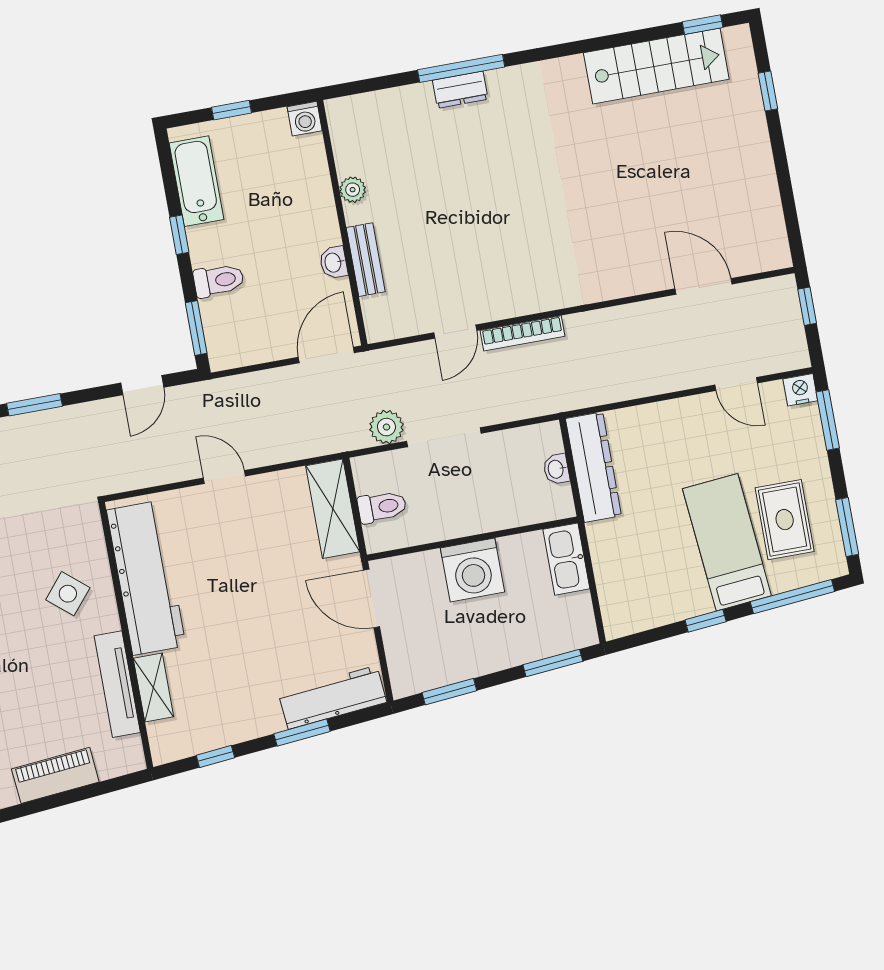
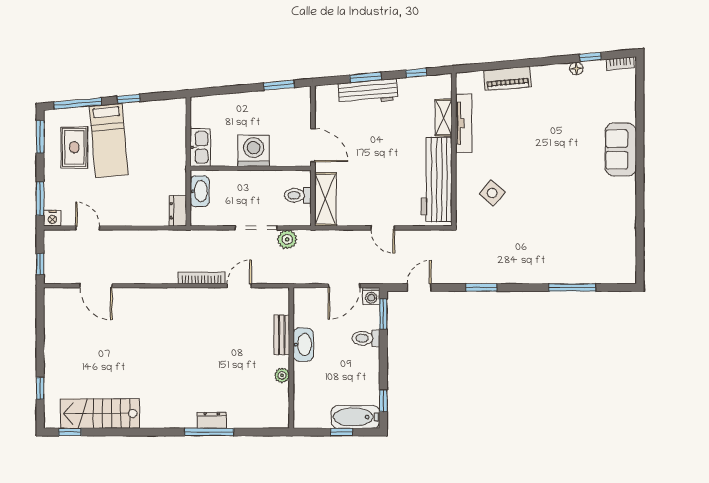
washing machine: (305, 119) -> (371, 296), moved, turned 180
bathtub: (196, 181) -> (356, 417), moved, turned 90
window: (179, 235) -> (383, 401), moved
washbasin: (334, 262) -> (303, 345), width x1.91, depth x1.45
door: (326, 355) -> (344, 286), moved
dresser: (593, 467) -> (178, 211), width x0.51, depth x0.80
washbasin: (556, 469) -> (200, 191), width x1.91, depth x1.45
side table: (68, 594) -> (492, 193), moved
window: (553, 663) -> (218, 91), removed
workbench: (332, 698) -> (368, 92), moved

